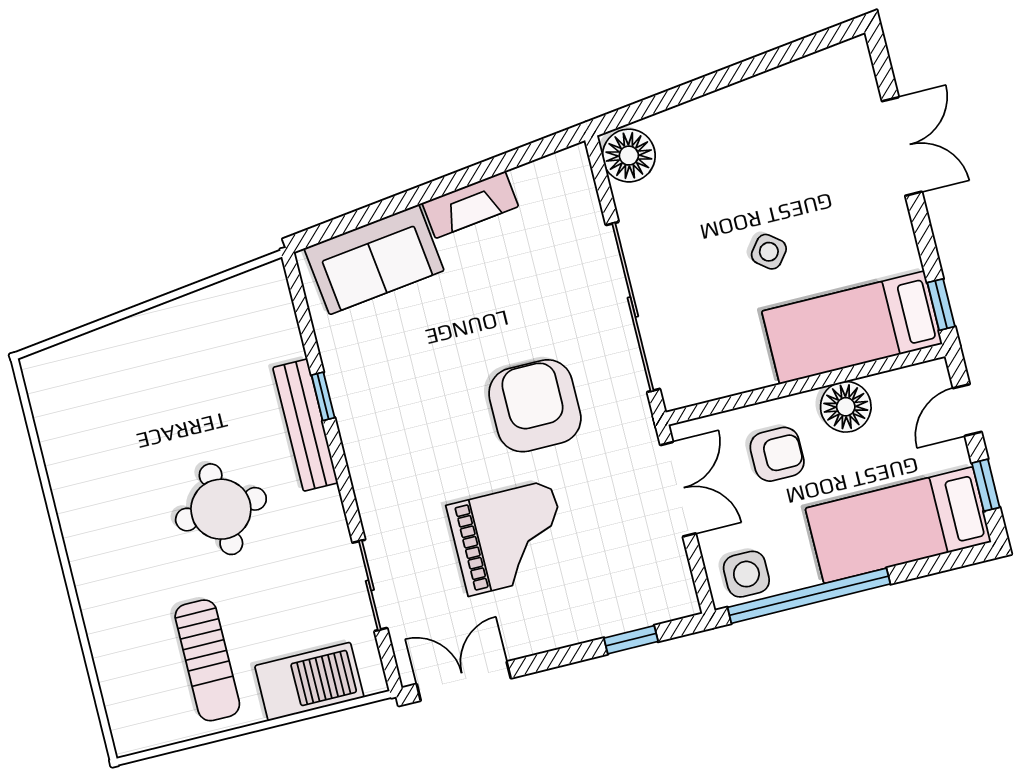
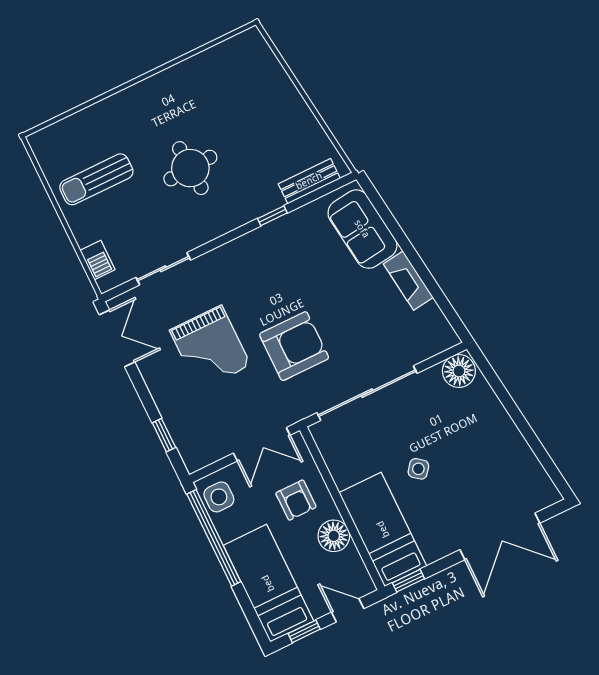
double door: (902, 146) -> (500, 536), width x1.37
bench: (305, 425) -> (309, 181), moved, width x0.73
barbecue: (309, 682) -> (97, 260), width x0.53, depth x0.65

